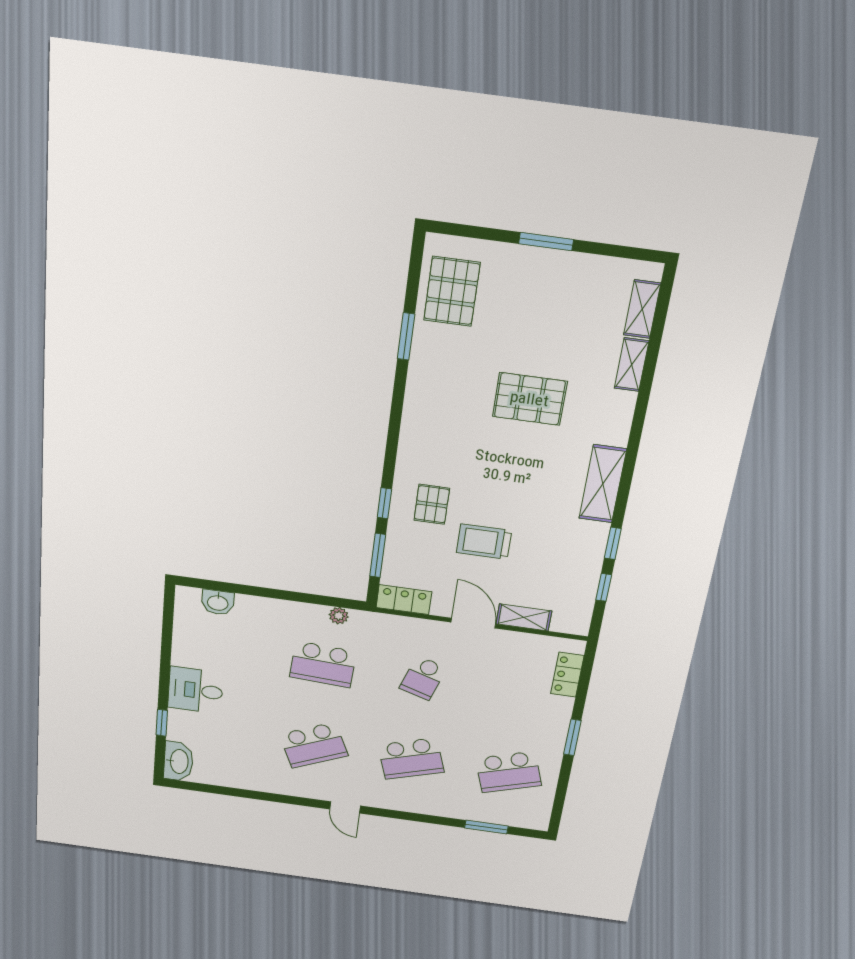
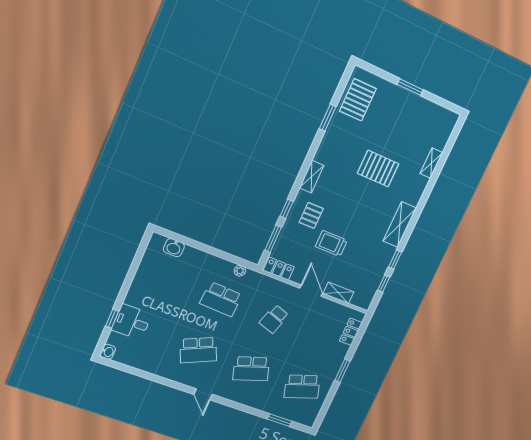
shelving: (642, 309) -> (312, 177), moved
desk: (195, 690) -> (132, 322), moved
washbasin: (178, 761) -> (108, 352), width x0.52, depth x0.69

